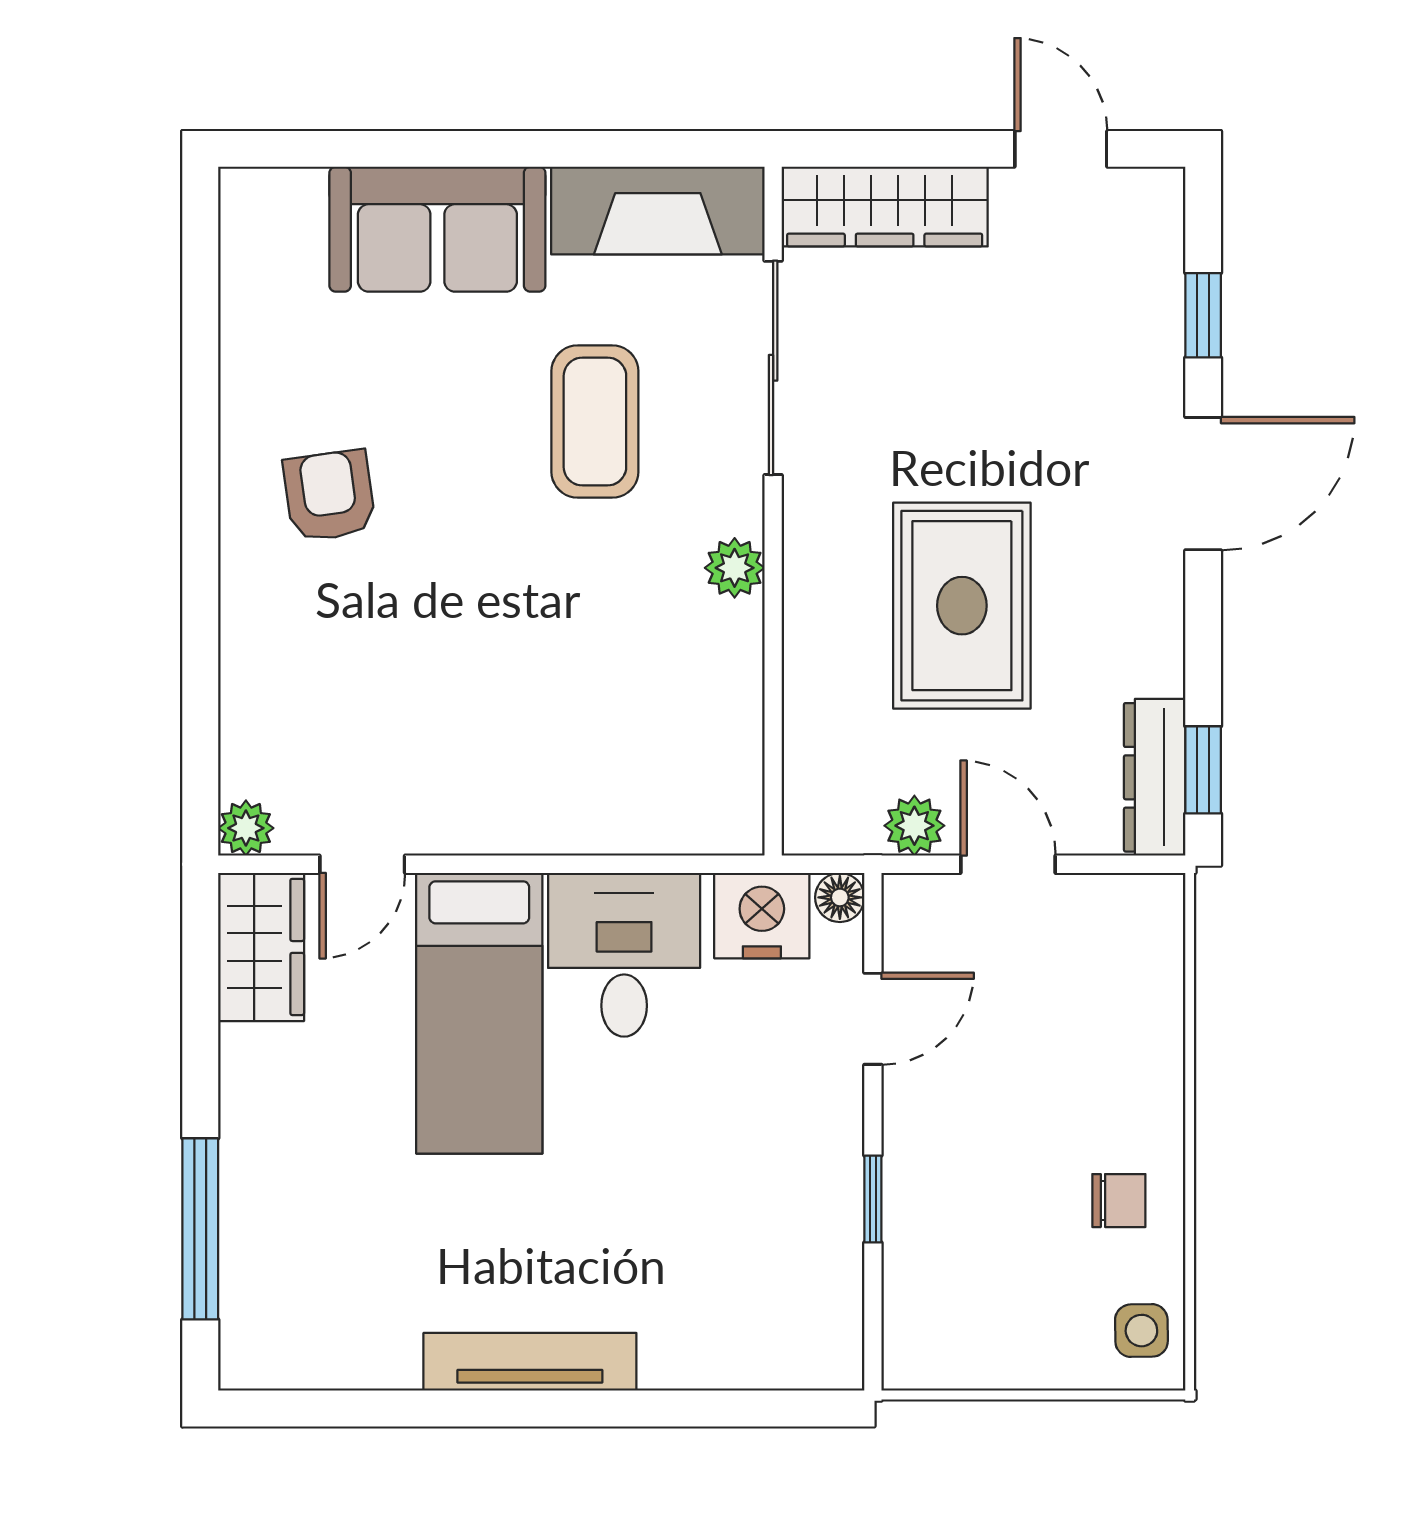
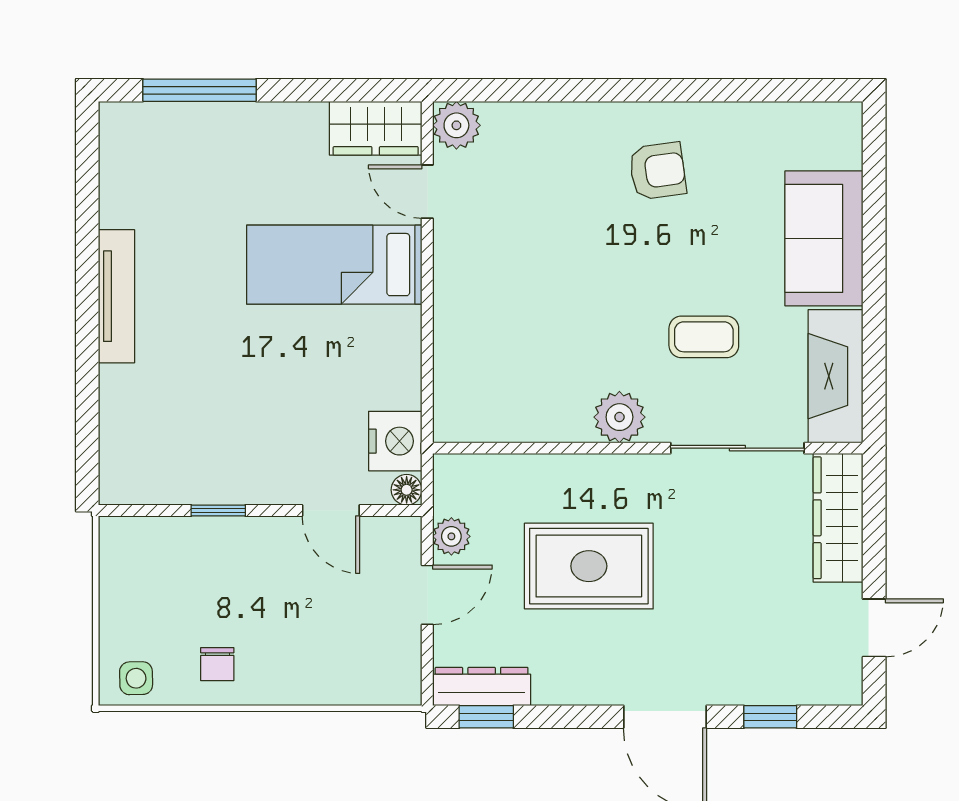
coffee table: (595, 422) -> (704, 337), width x0.73, depth x0.77
plant: (735, 568) -> (619, 417), width x1.38, depth x1.38
plant: (246, 828) -> (456, 125), width x1.38, depth x1.38
desk: (624, 955) -> (371, 355), removed

